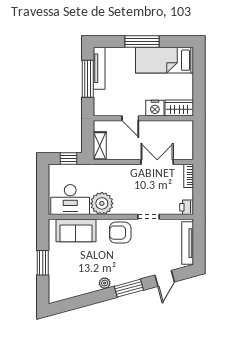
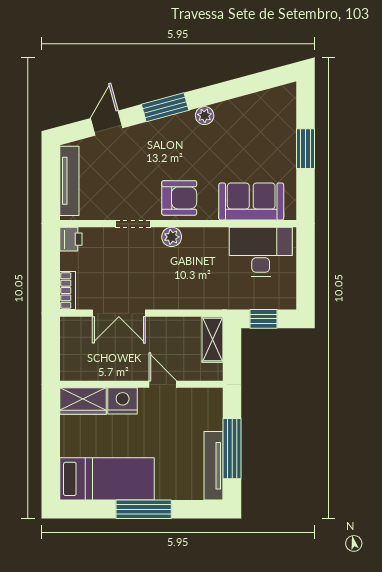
plant: (102, 203) -> (172, 237), moved, width x0.53, depth x0.53

